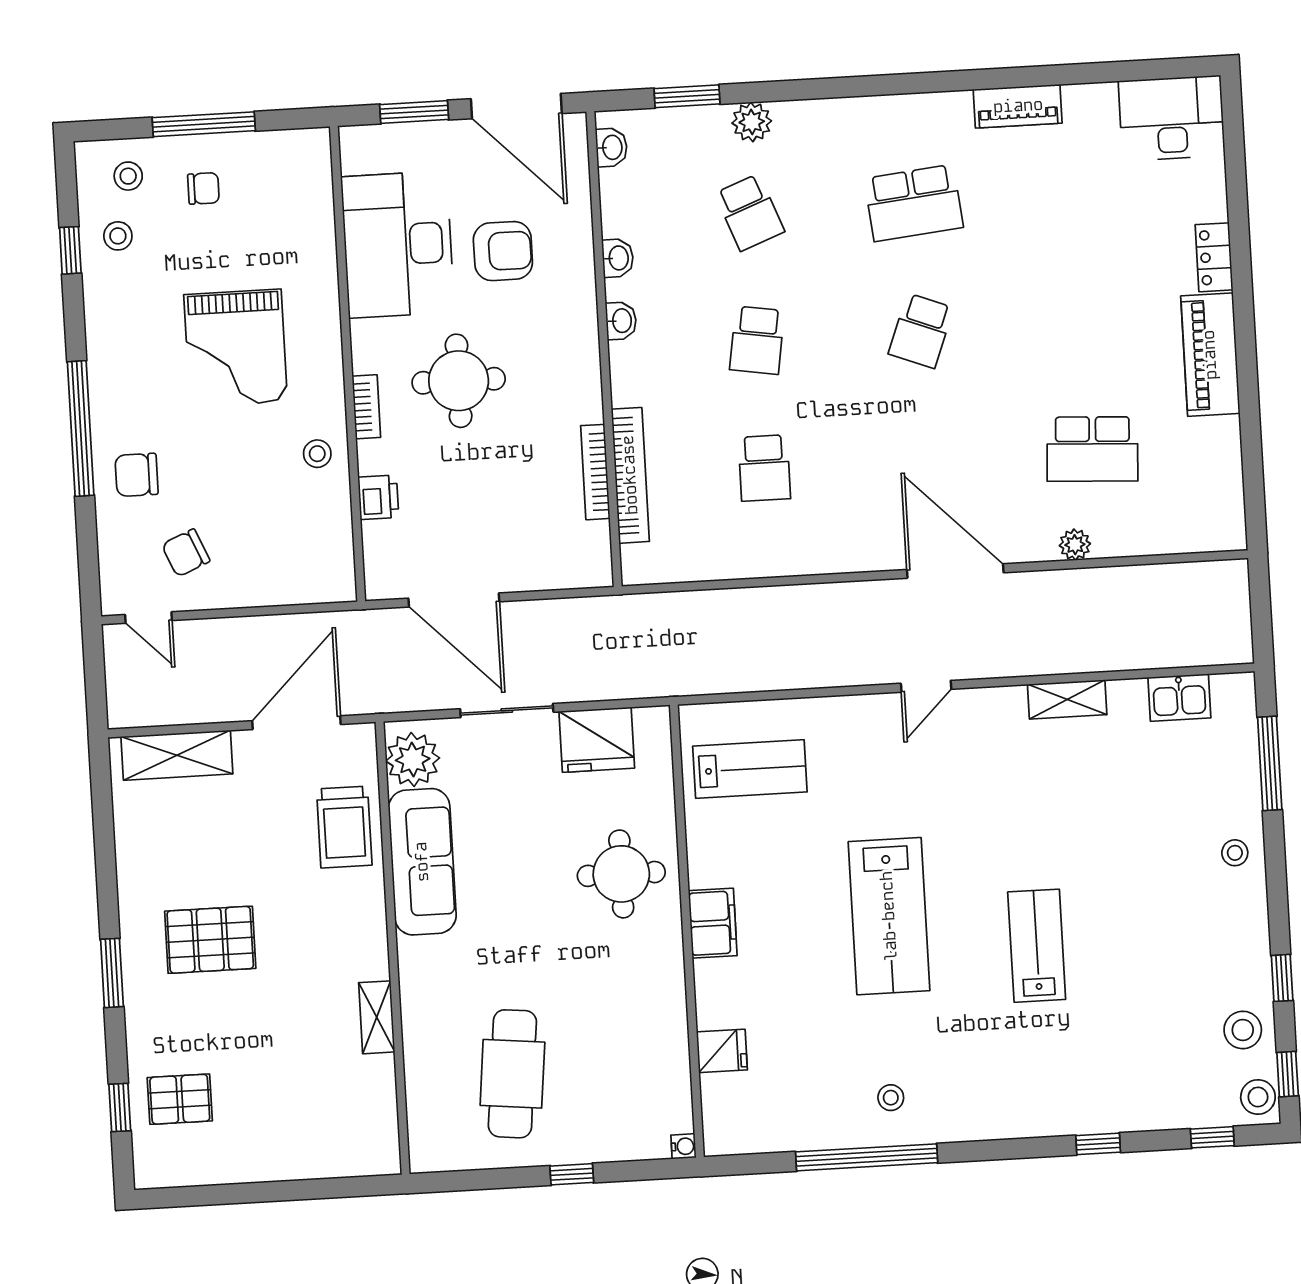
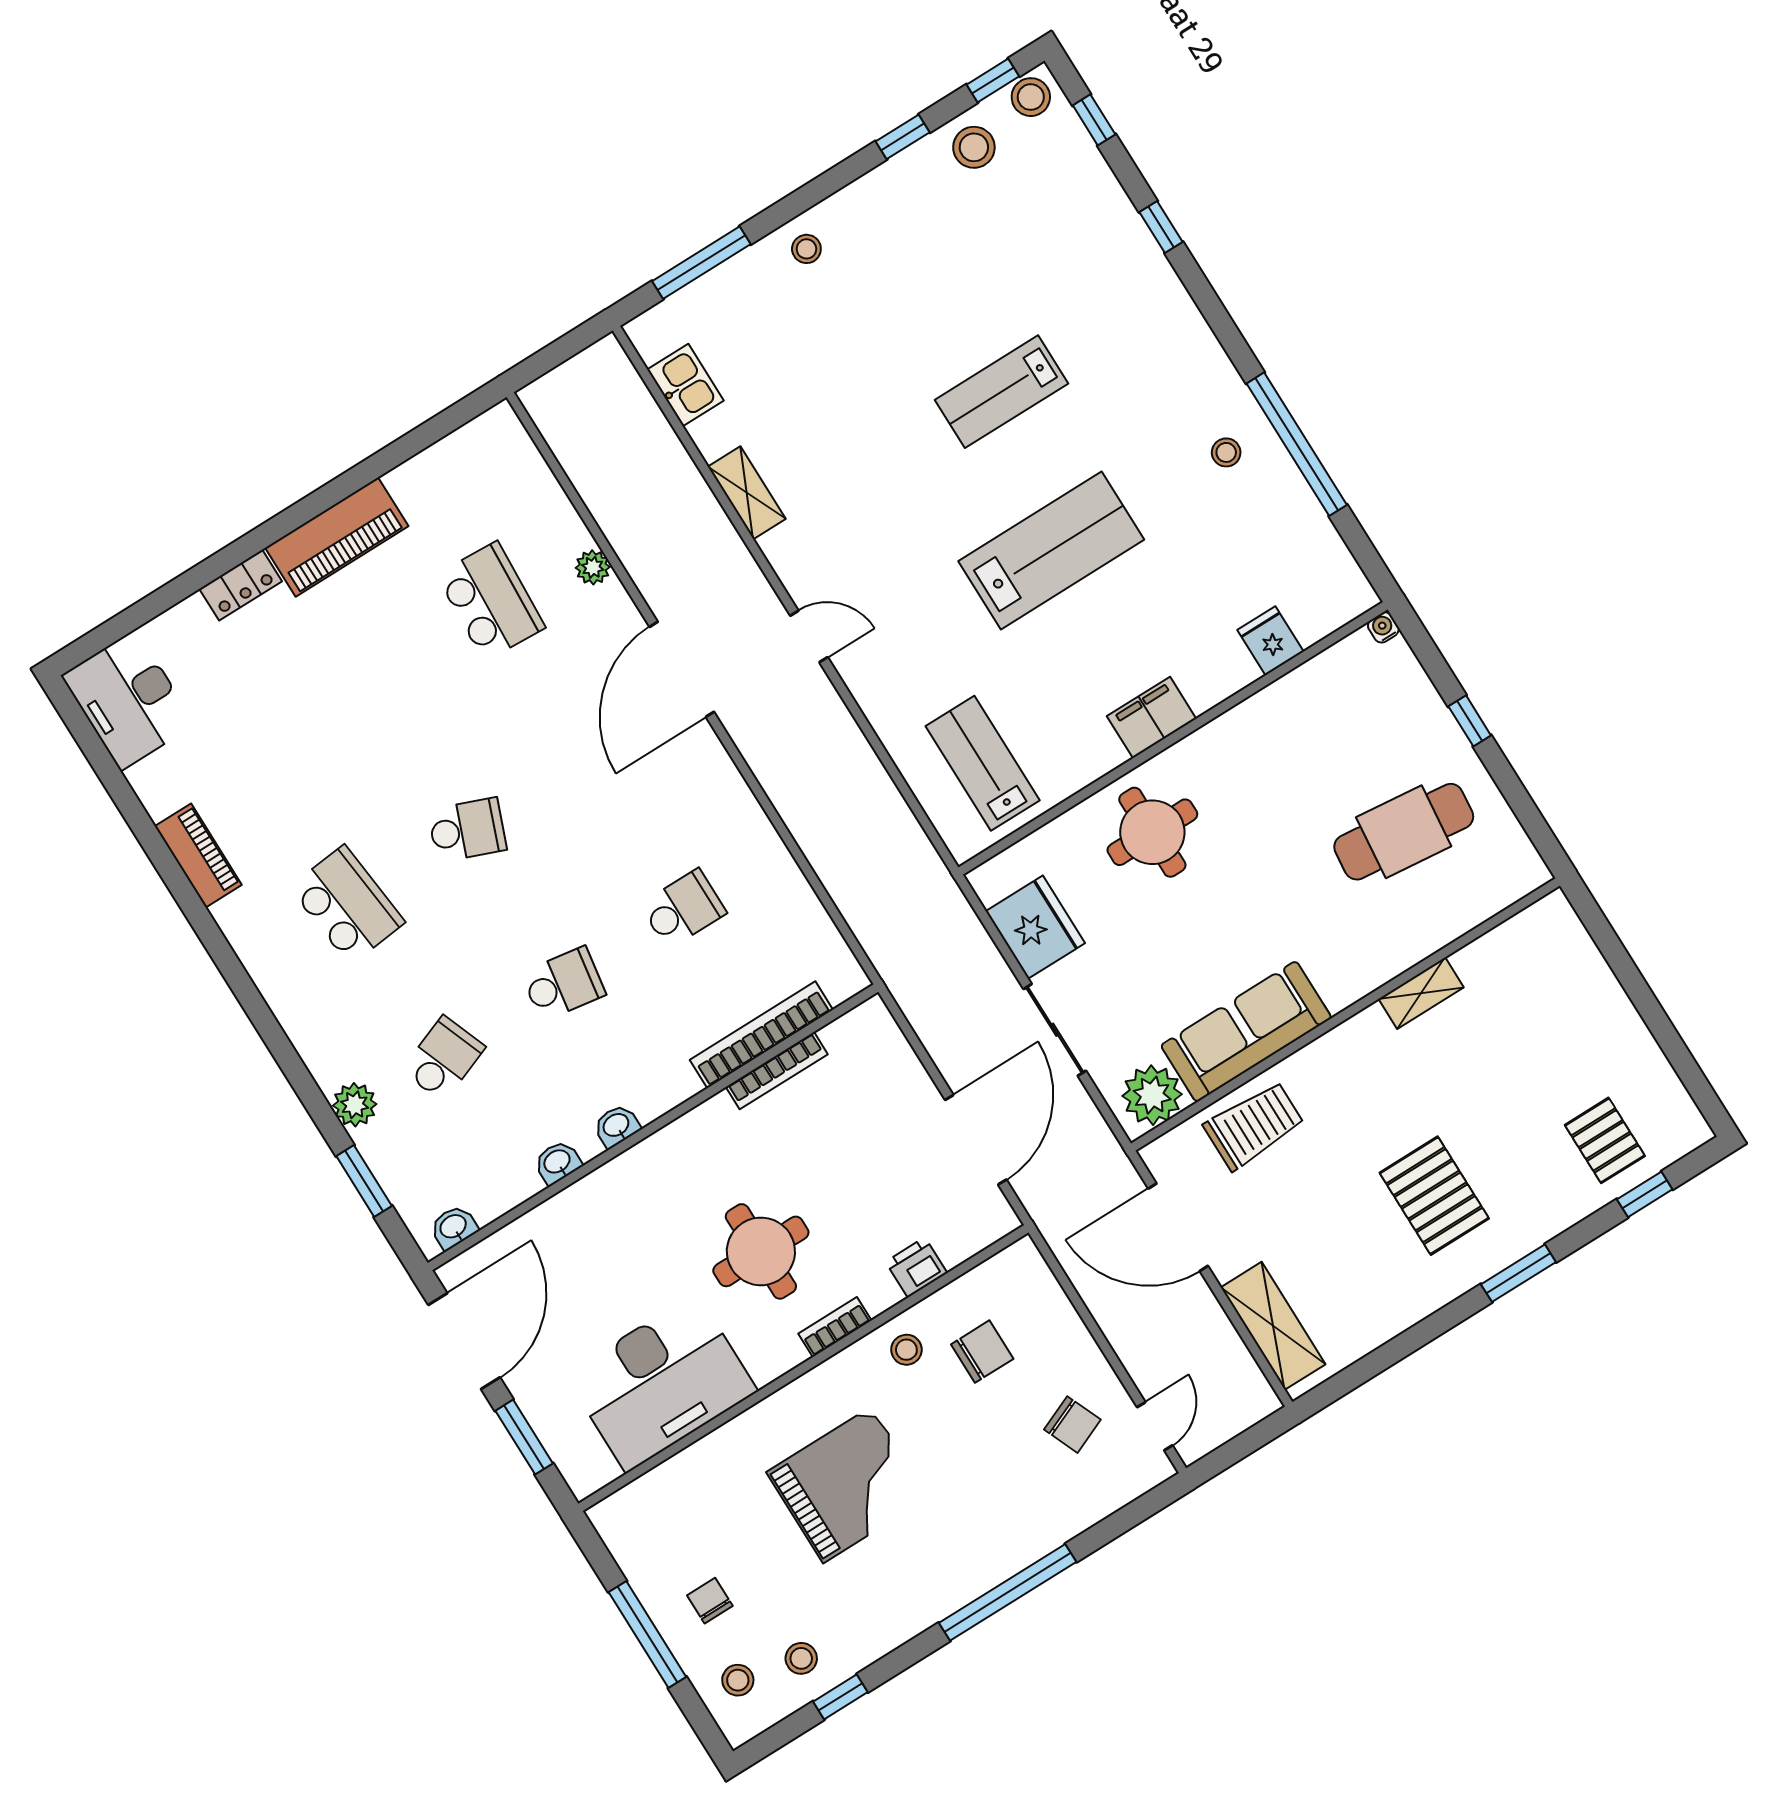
armchair: (503, 251) -> (612, 1277), removed
chair: (137, 475) -> (982, 1352), moved, turned -90

